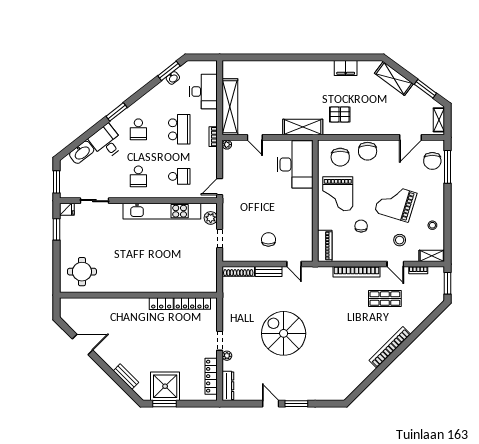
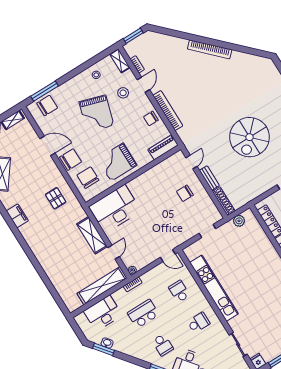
shelving: (303, 127) -> (92, 235), moved
school desk: (138, 129) -> (163, 345), turned 90
door: (411, 137) -> (47, 146), moved
chair: (340, 157) -> (88, 178), turned -90
grand piano: (338, 194) -> (117, 162), turned 180
plant: (211, 218) -> (239, 221), moved
chair: (361, 226) -> (151, 119), moved
shop shelf: (385, 299) -> (175, 76), removed

